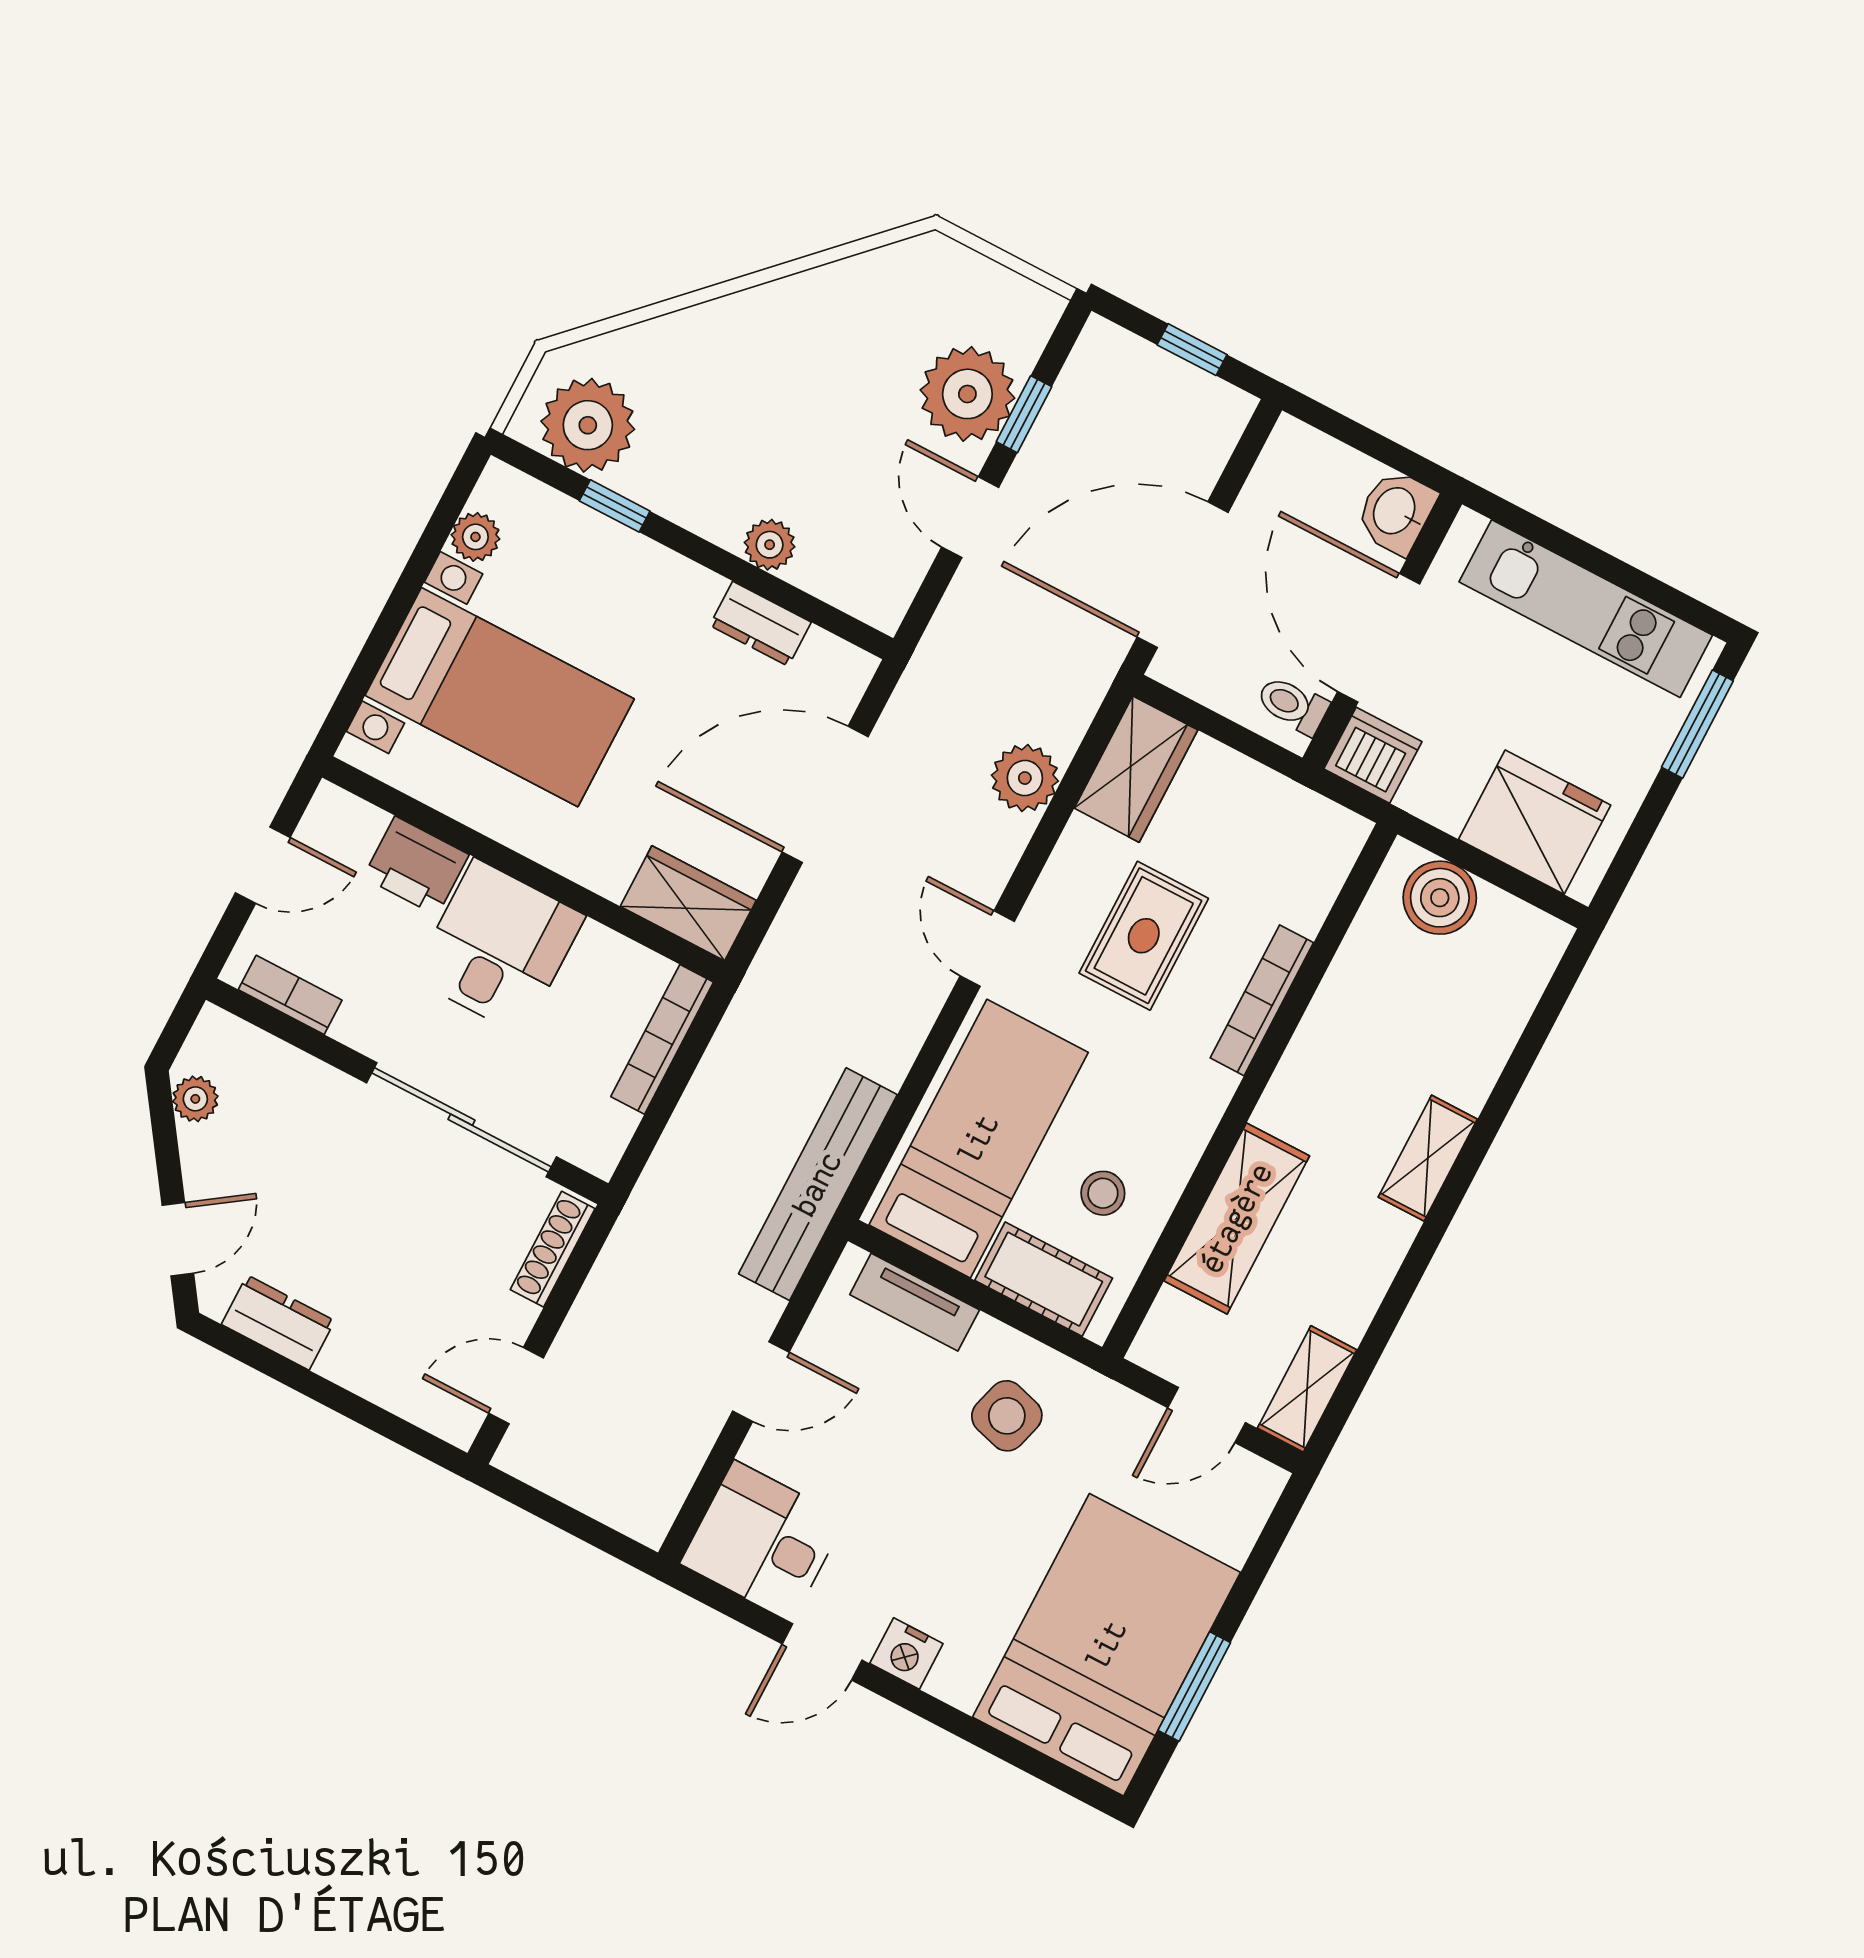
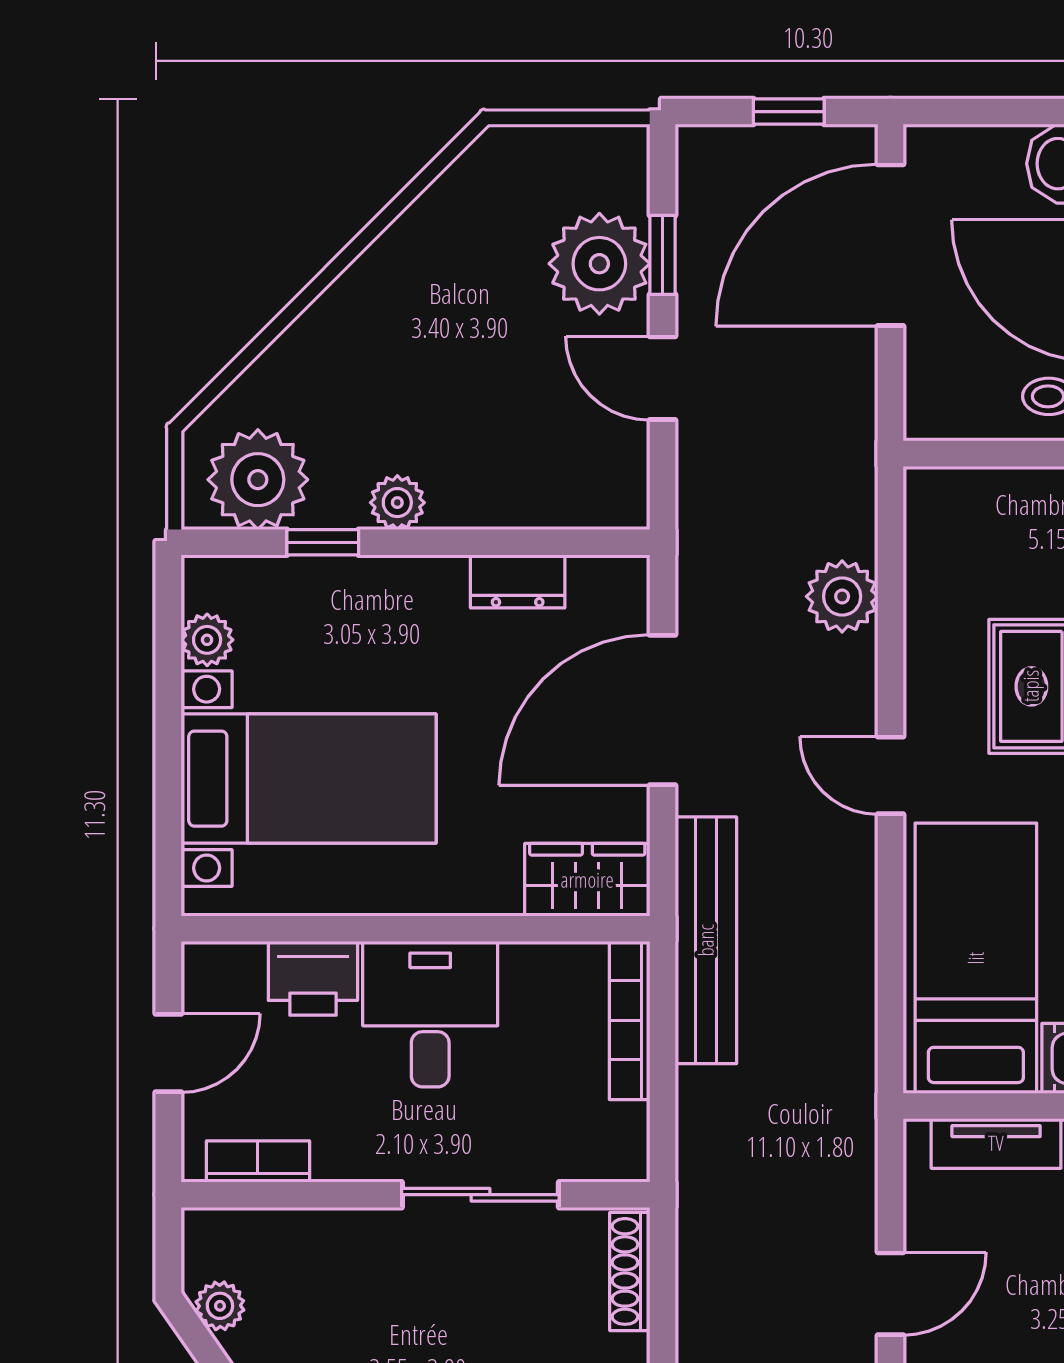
plant: (770, 545) -> (397, 503), moved
door: (1183, 575) -> (891, 245), moved
wardrobe: (1136, 769) -> (942, 533), removed
sliding door: (461, 1120) -> (480, 1195), width x0.73
bench: (818, 1184) -> (706, 940), moved

